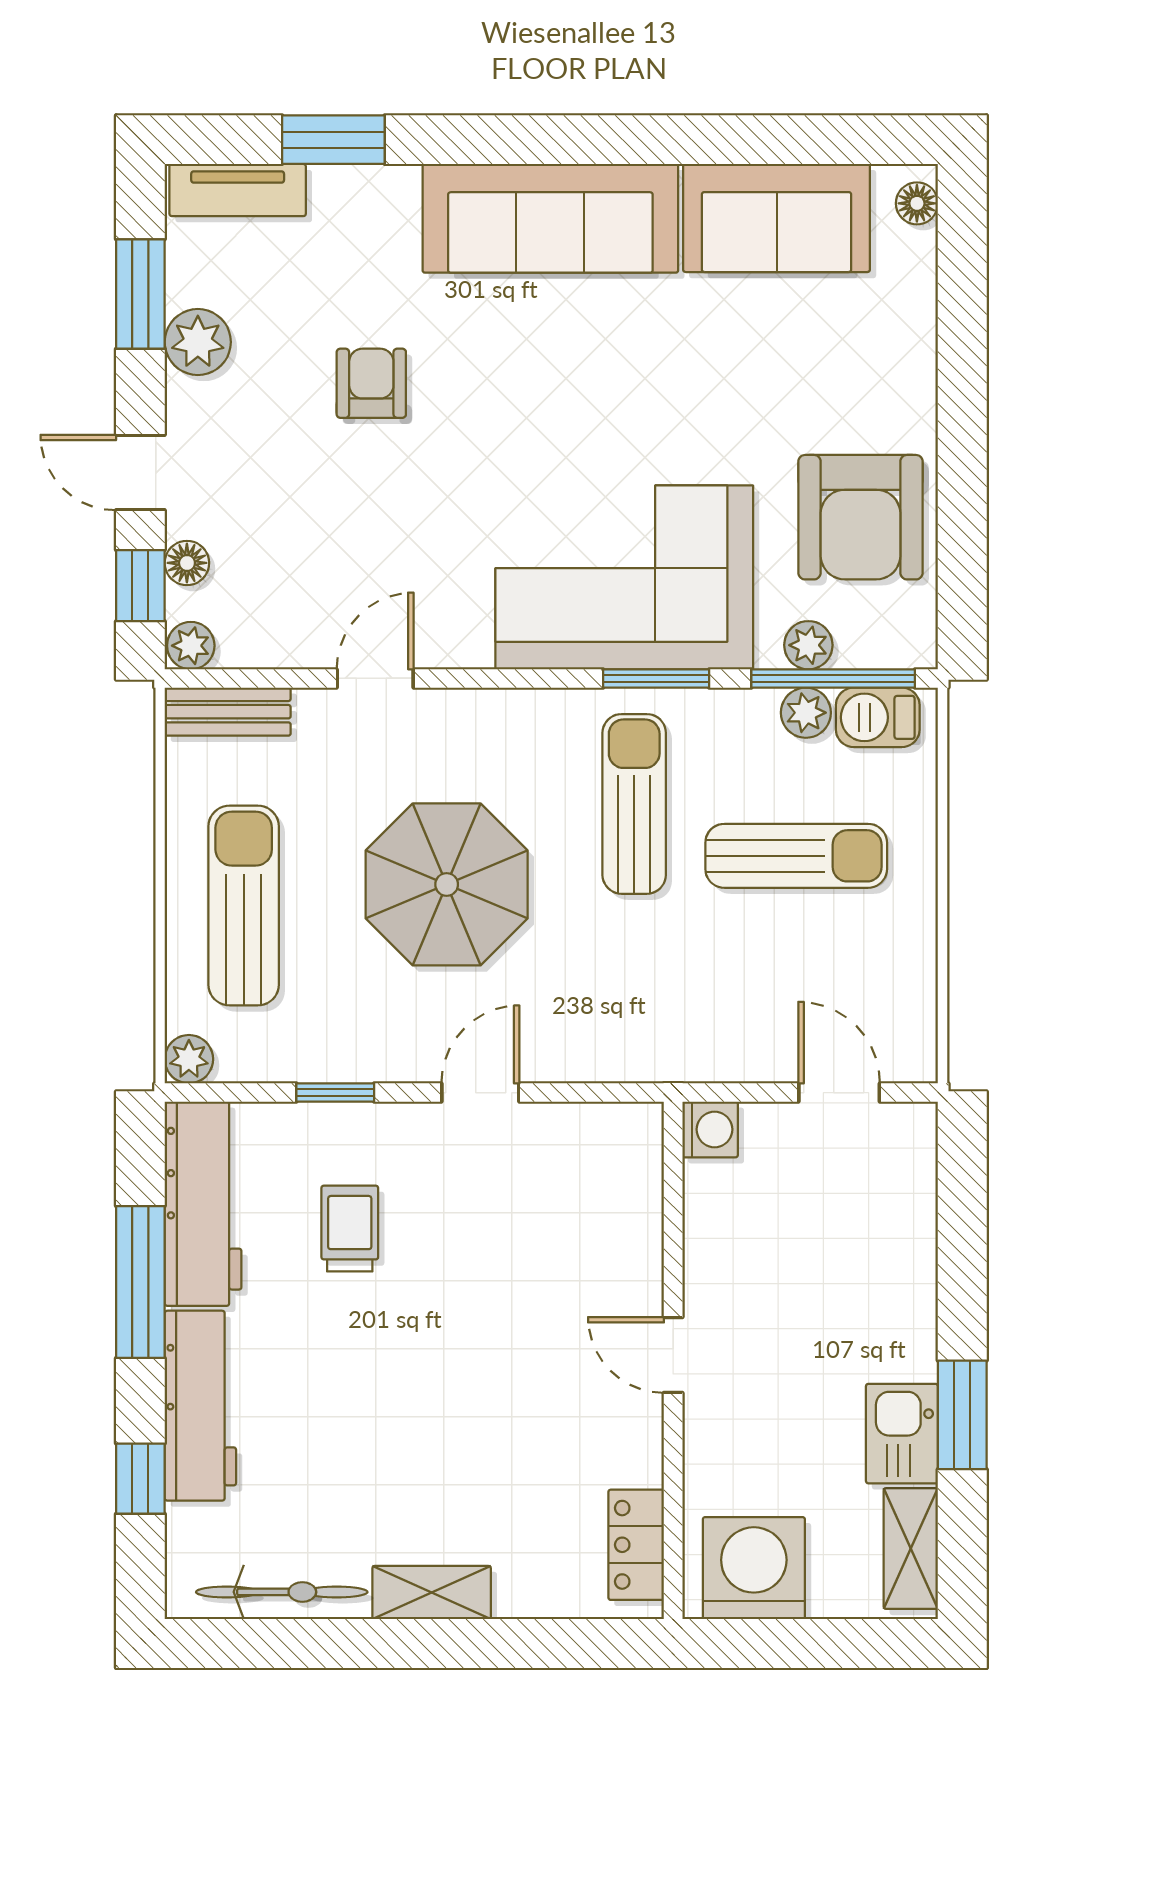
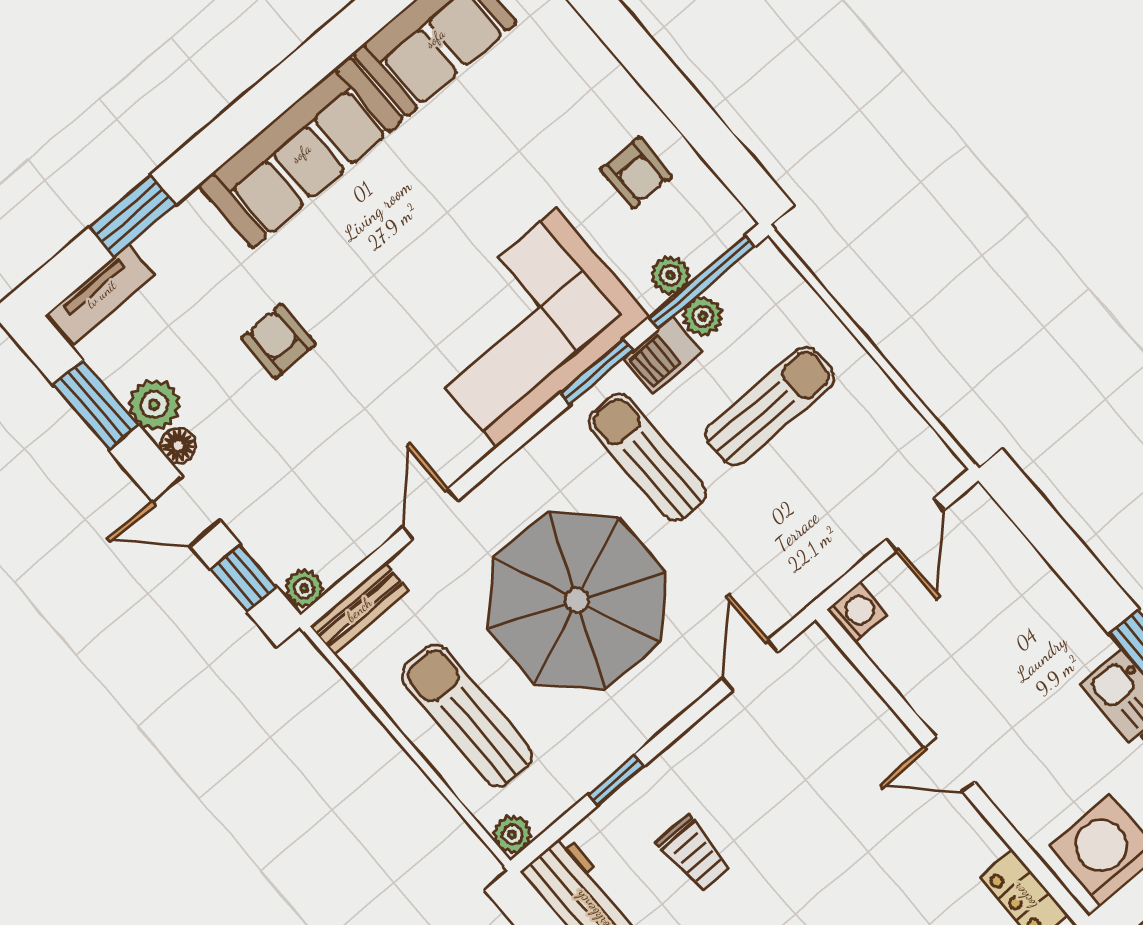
armchair: (861, 517) -> (636, 173), width x0.53, depth x0.53
floor lamp: (187, 563) -> (178, 446), moved
barbecue: (878, 717) -> (663, 355), moved
parasol: (447, 884) -> (577, 600), width x1.36, depth x1.36
door: (480, 1093) -> (750, 665), moved
door: (839, 1093) -> (915, 525), swing flipped
trolley: (350, 1229) -> (694, 853), turned 180

